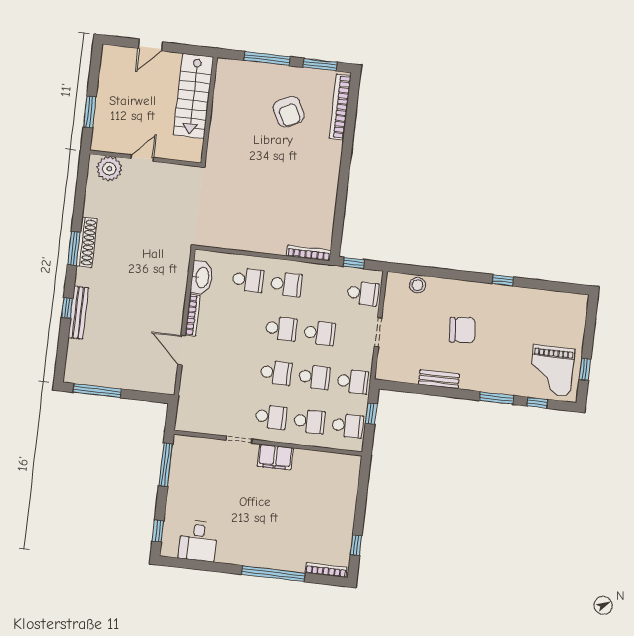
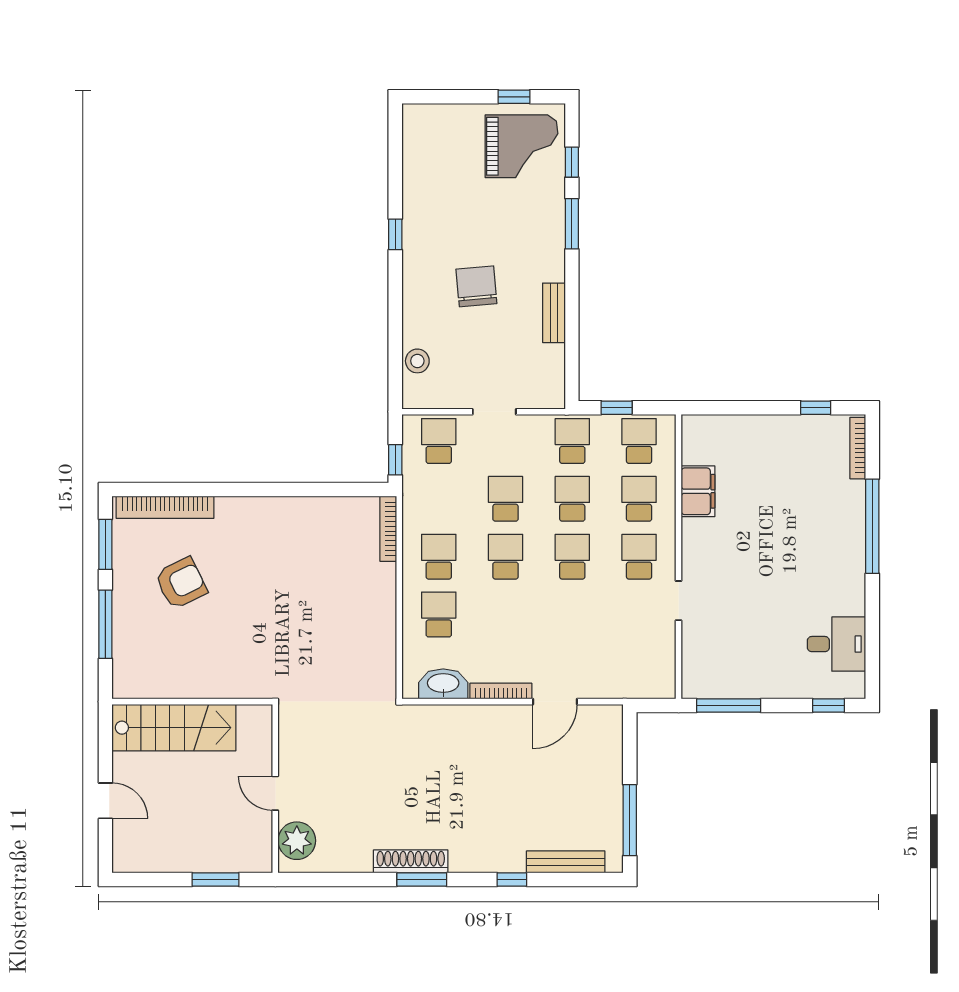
bench: (78, 313) -> (566, 862), moved
filing cabinet: (275, 457) -> (698, 491), moved

